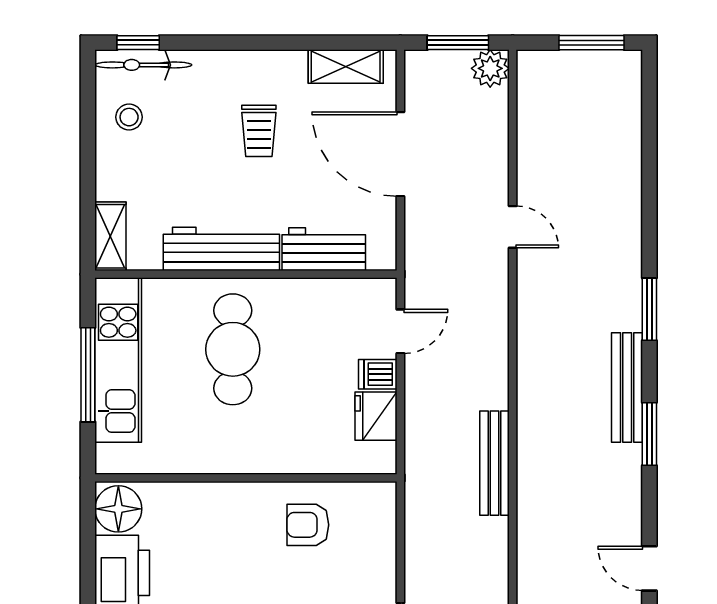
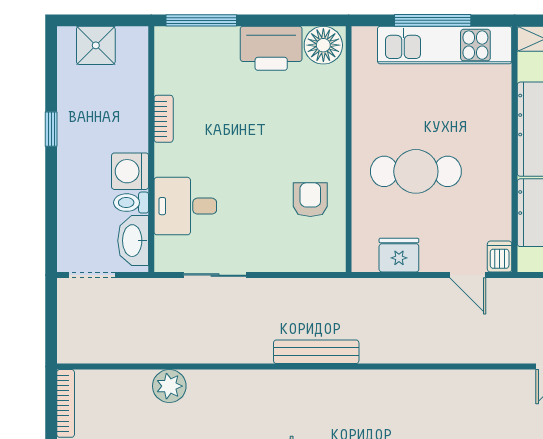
cafe table: (233, 349) -> (416, 171), moved
dishwasher: (378, 374) -> (500, 257), moved
bench: (494, 463) -> (316, 352), moved

